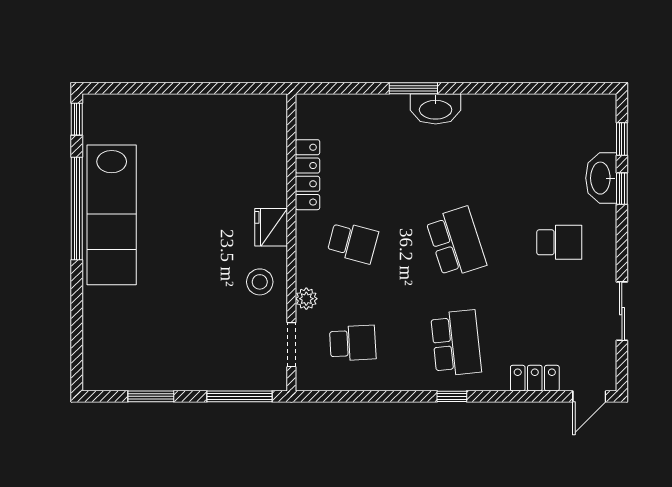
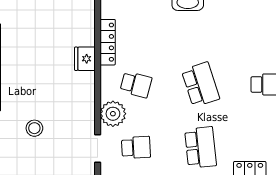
fridge: (271, 227) -> (85, 59), moved
stool: (260, 282) -> (34, 128), moved
plant: (306, 299) -> (113, 114), width x1.88, depth x1.88

